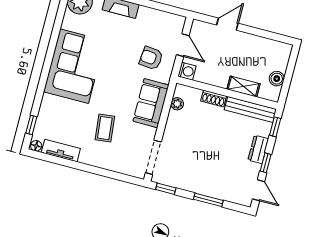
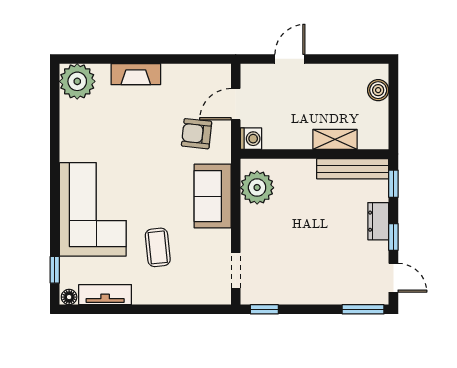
door: (183, 45) -> (236, 104), swing flipped
corner sofa: (74, 66) -> (93, 209), moved
boiler: (277, 79) -> (378, 90), moved
shoe rack: (214, 98) -> (298, 167), removed
plant: (177, 104) -> (257, 188), width x1.88, depth x1.88
doorway: (153, 157) -> (236, 270), width x0.73
window: (208, 200) -> (363, 309), moved

